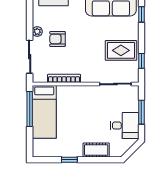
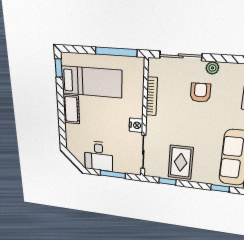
nightstand: (91, 91) -> (136, 125), added
bed: (44, 112) -> (92, 82), moved, turned 180
cot: (96, 150) -> (71, 109), moved
window: (69, 160) -> (59, 68), moved

